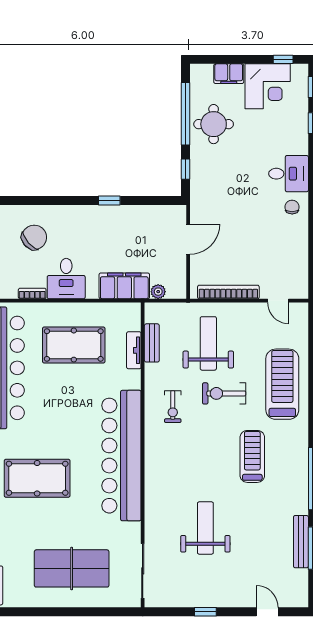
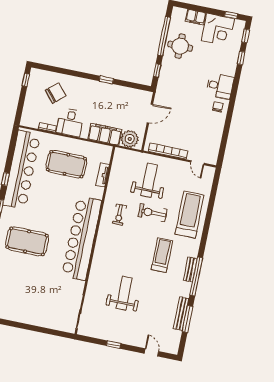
plant: (158, 292) -> (130, 139), width x1.88, depth x1.88
bench: (152, 343) -> (190, 270), moved
table tennis table: (72, 568) -> (37, 301), removed

